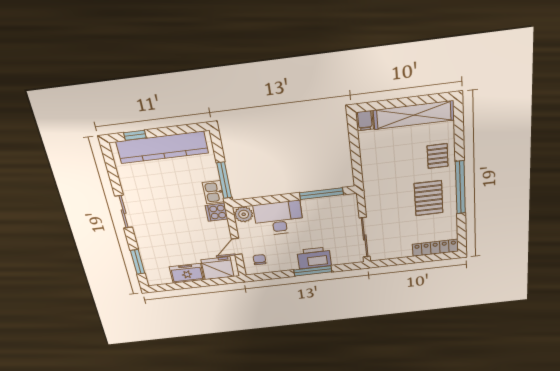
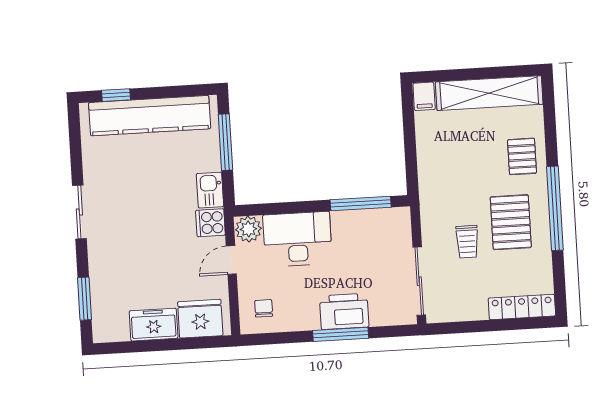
window: (224, 180) -> (225, 142), moved
trolley: (398, 212) -> (467, 242), added
door: (237, 247) -> (231, 260), moved

